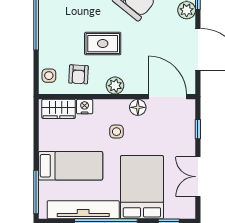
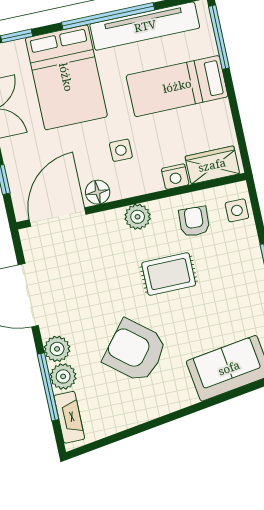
door: (167, 97) -> (58, 217), swing flipped

